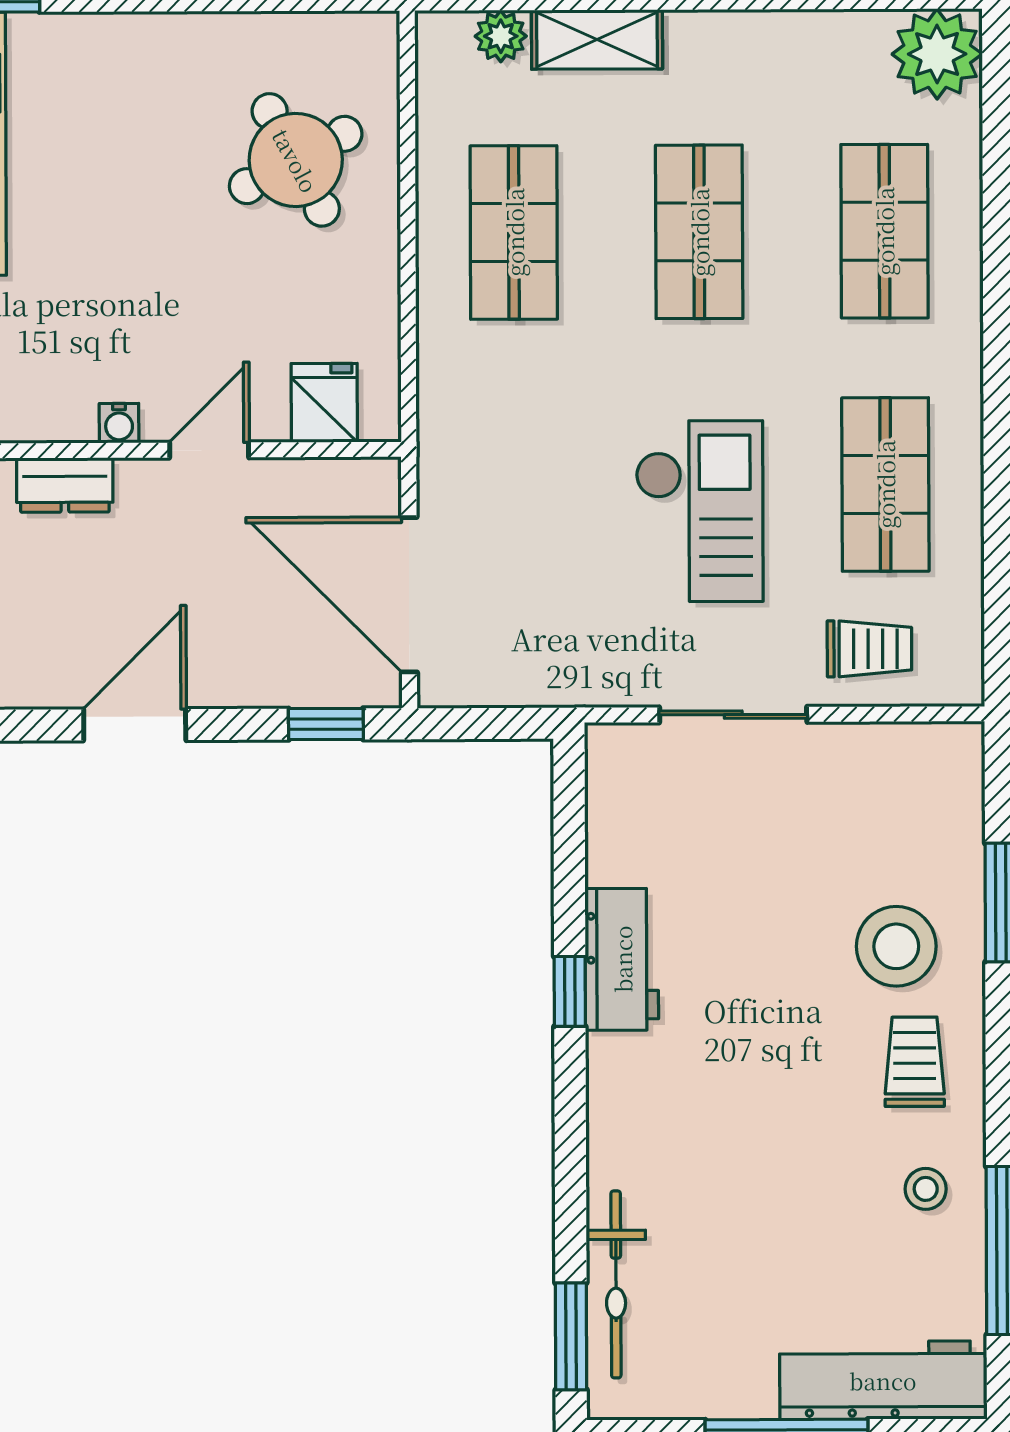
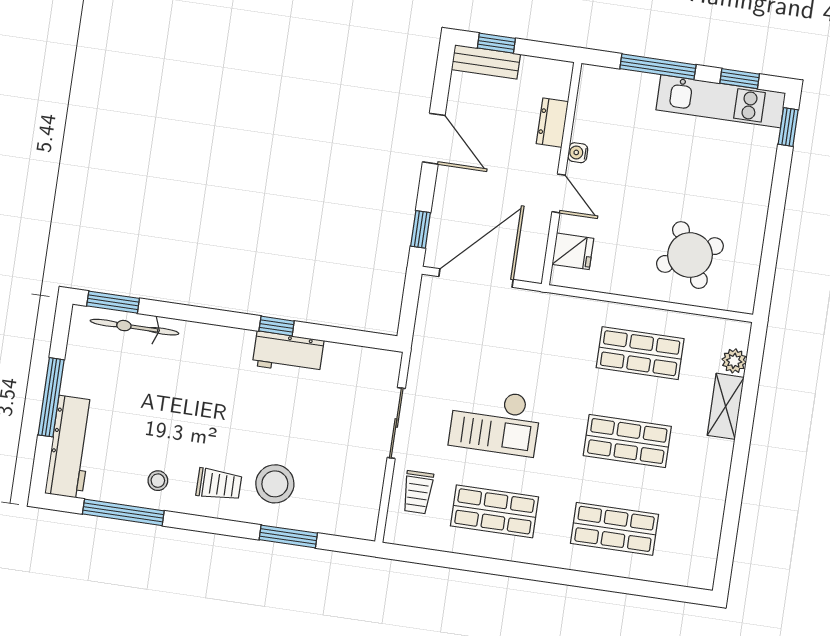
plant: (937, 54) -> (695, 566), removed

